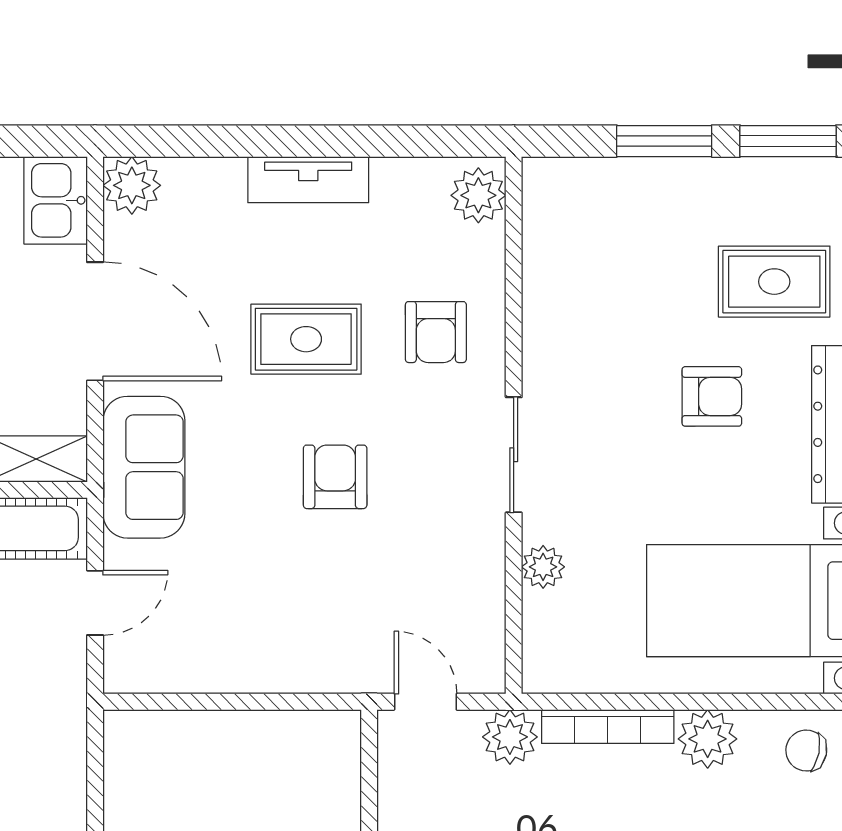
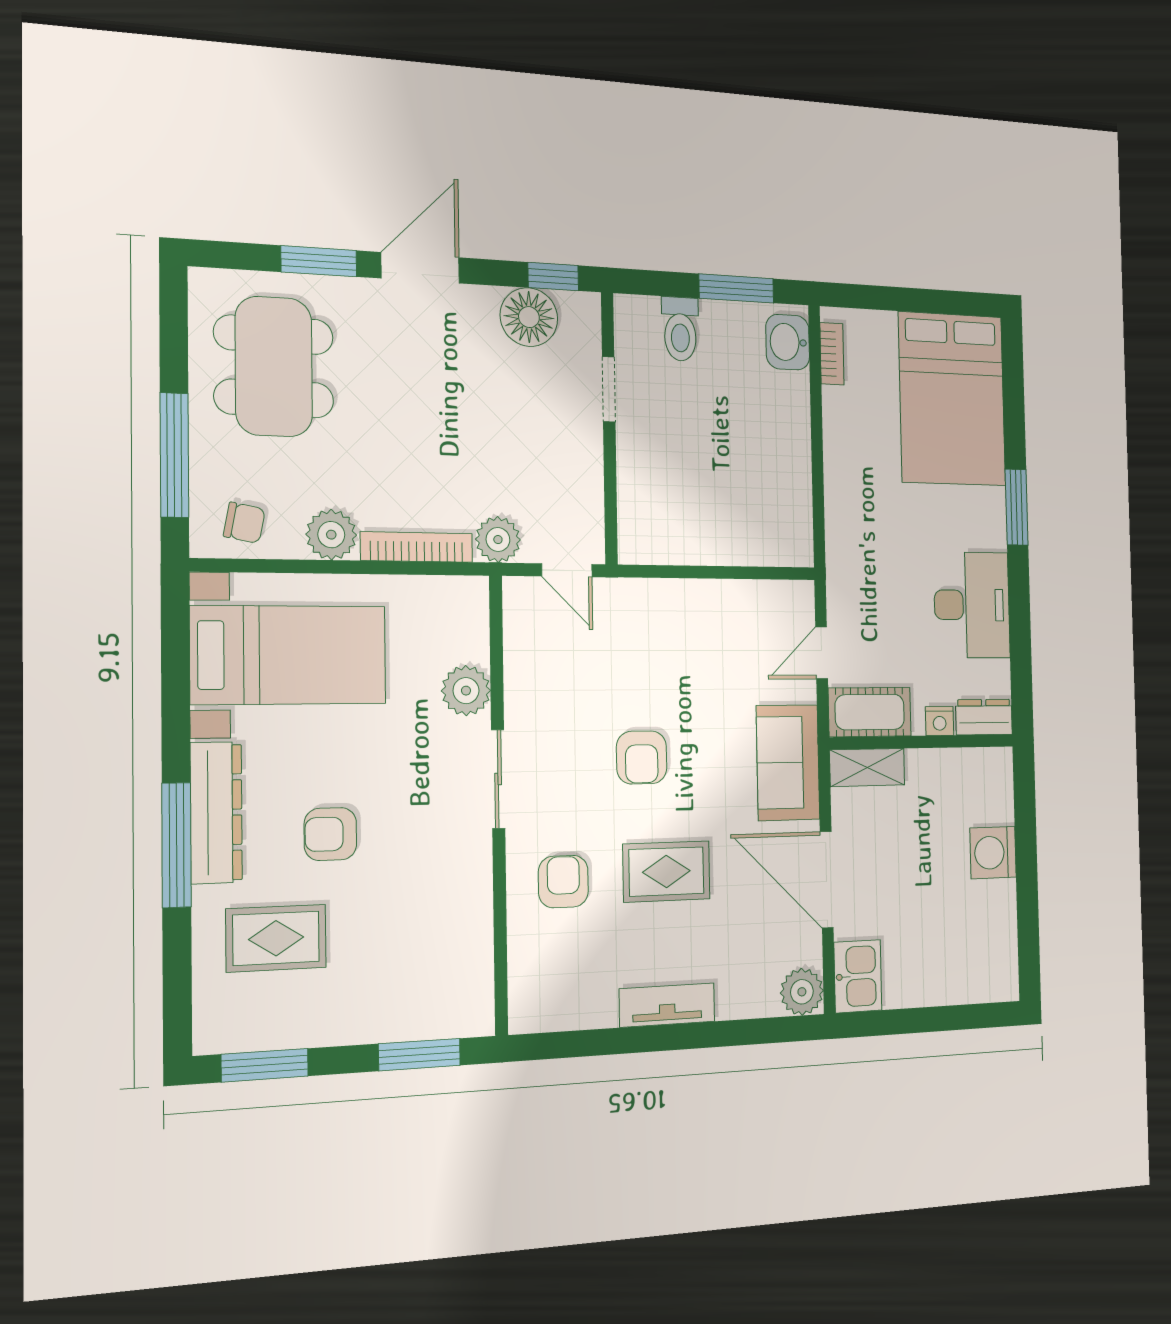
window: (664, 141) -> (419, 1055), moved
plant: (478, 195) -> (530, 1000), removed
plant: (543, 567) -> (466, 691), width x1.38, depth x1.38

